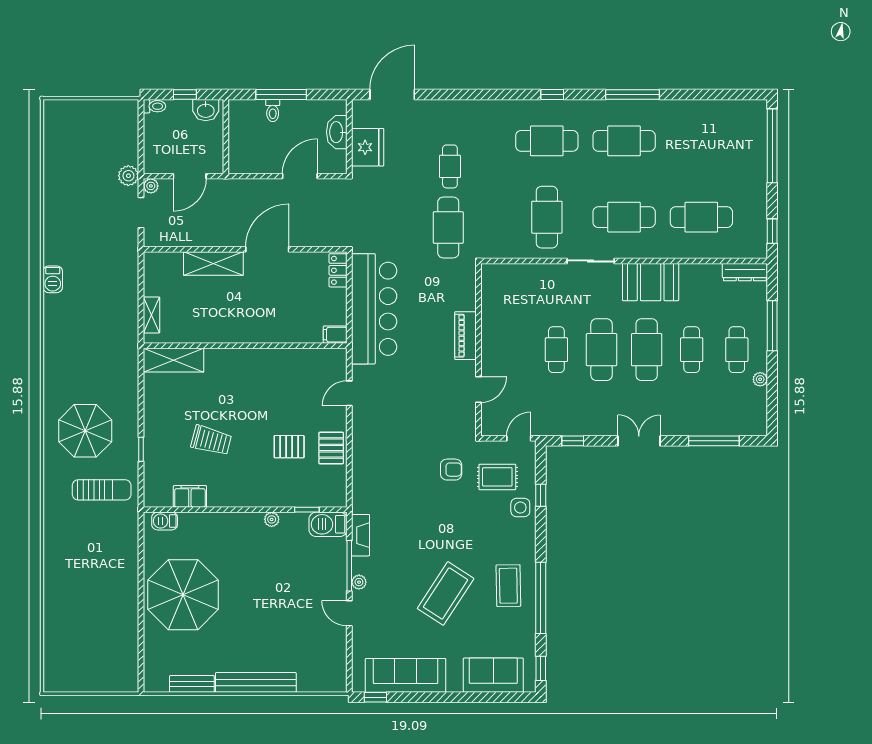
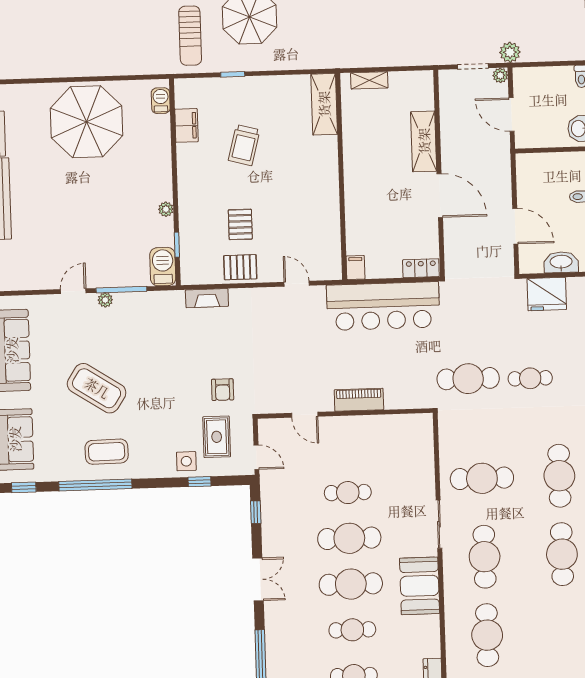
fireplace: (361, 535) -> (207, 298), moved

